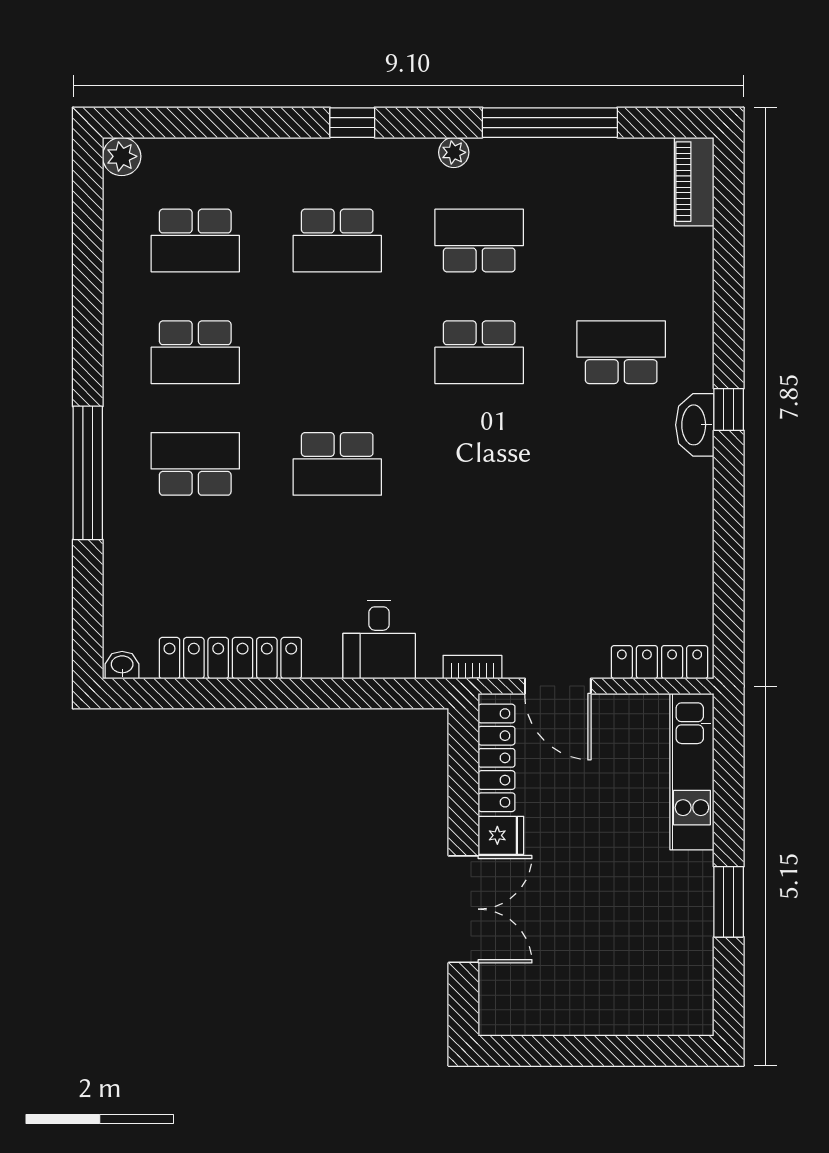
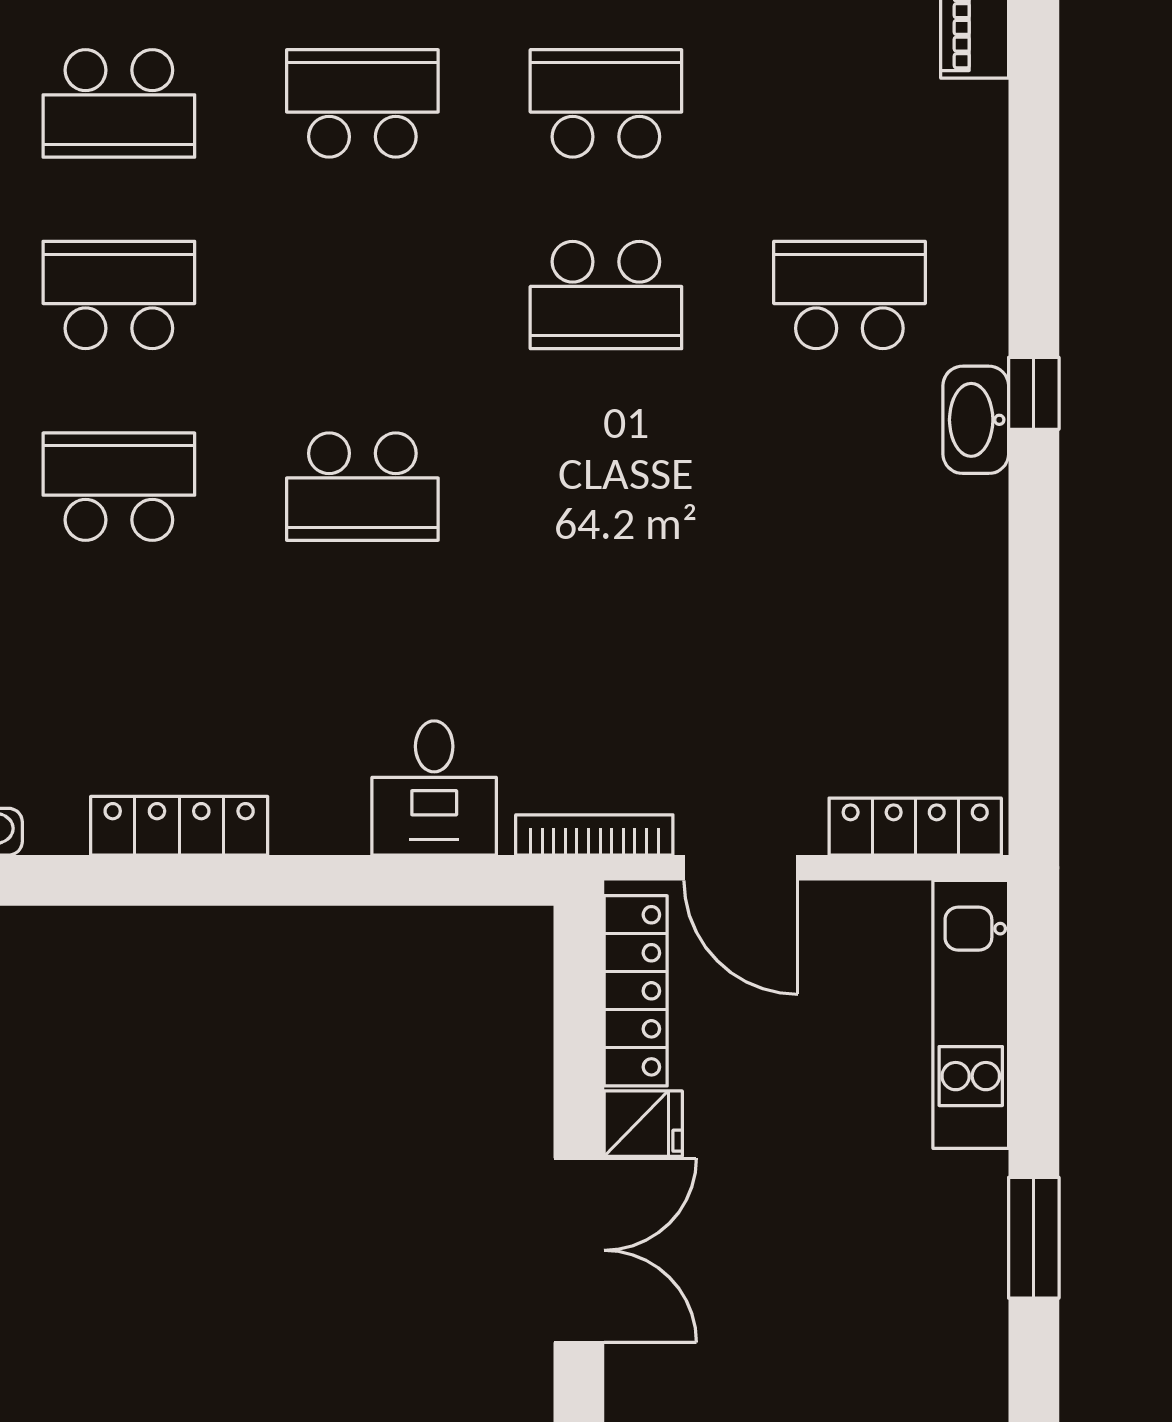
school desk: (337, 241) -> (362, 103), turned 180
school desk: (195, 352) -> (119, 295), turned 180
locker: (230, 658) -> (179, 826), width x0.71, depth x0.83
bookcase: (472, 667) -> (594, 835), width x1.56

